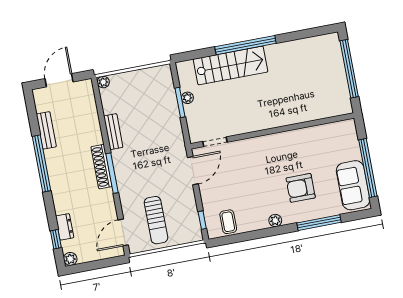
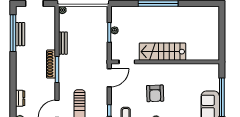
stairs: (231, 65) -> (162, 52), moved, turned 180
window: (349, 69) -> (222, 31), removed
window: (42, 164) -> (13, 33), moved
armchair: (301, 188) -> (155, 93), moved, turned -92
window: (56, 239) -> (13, 105), removed

